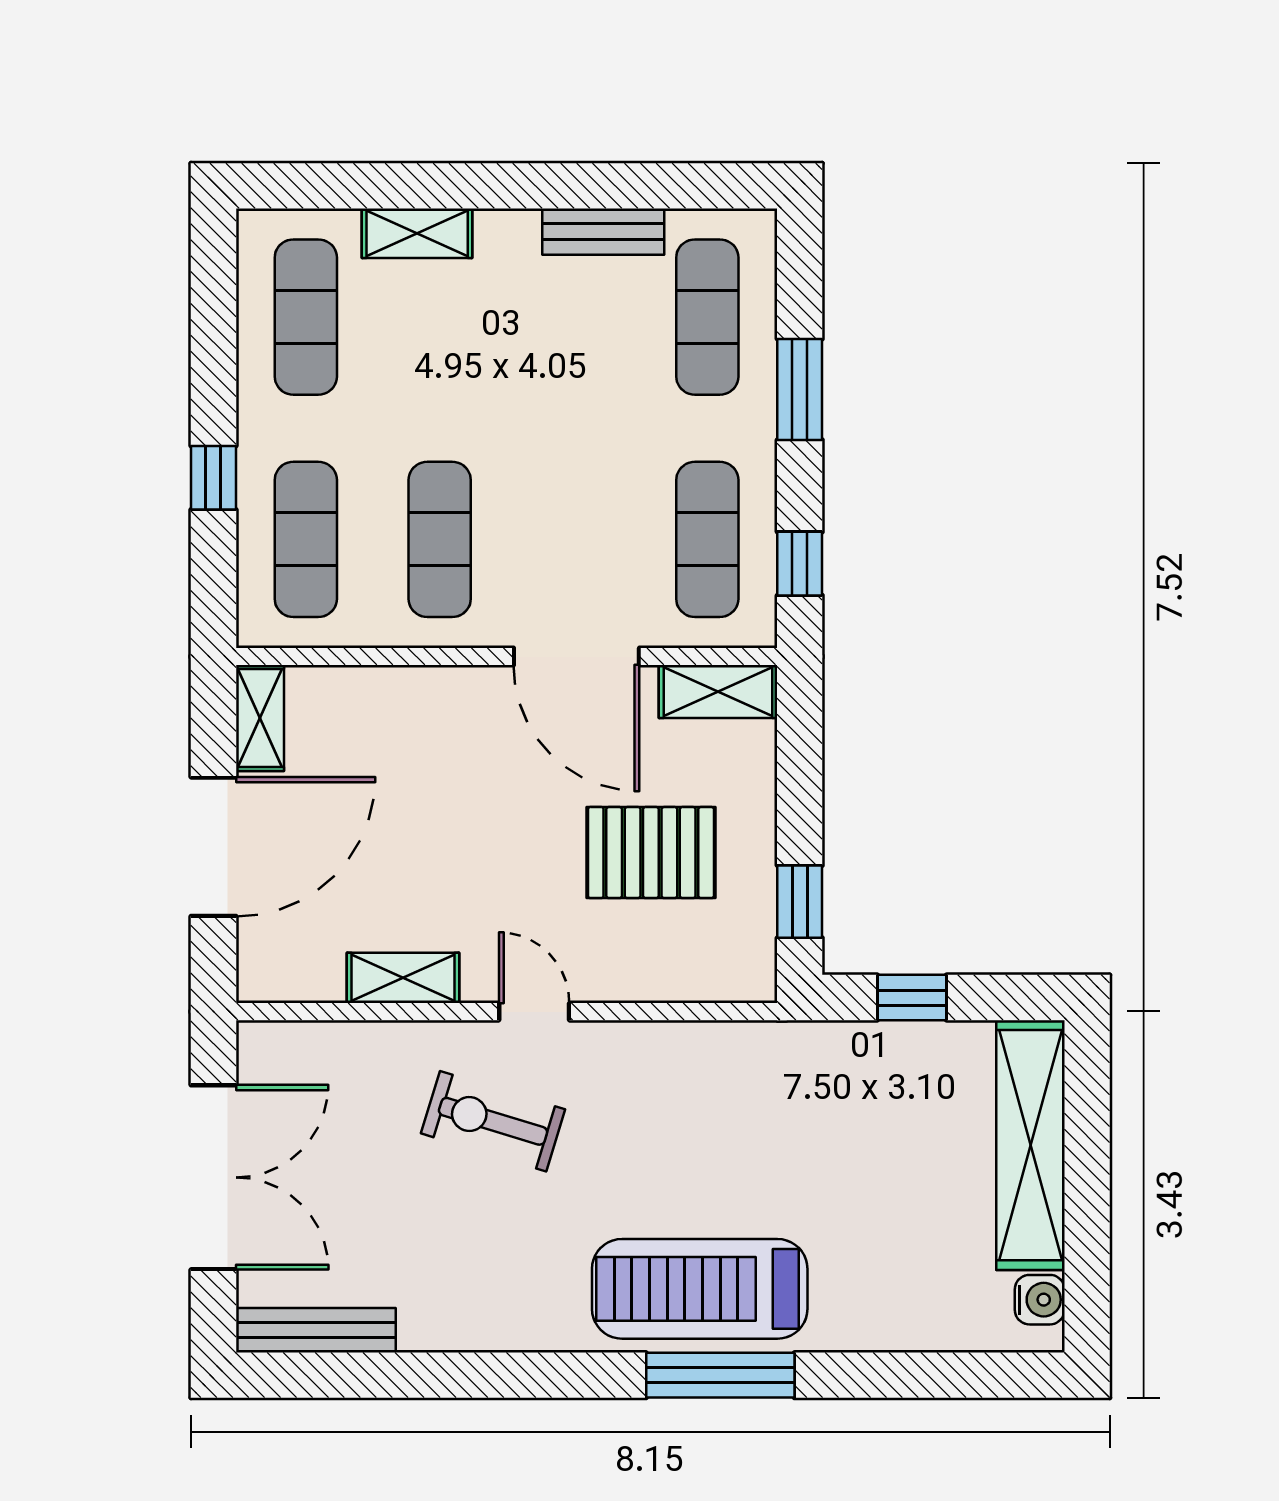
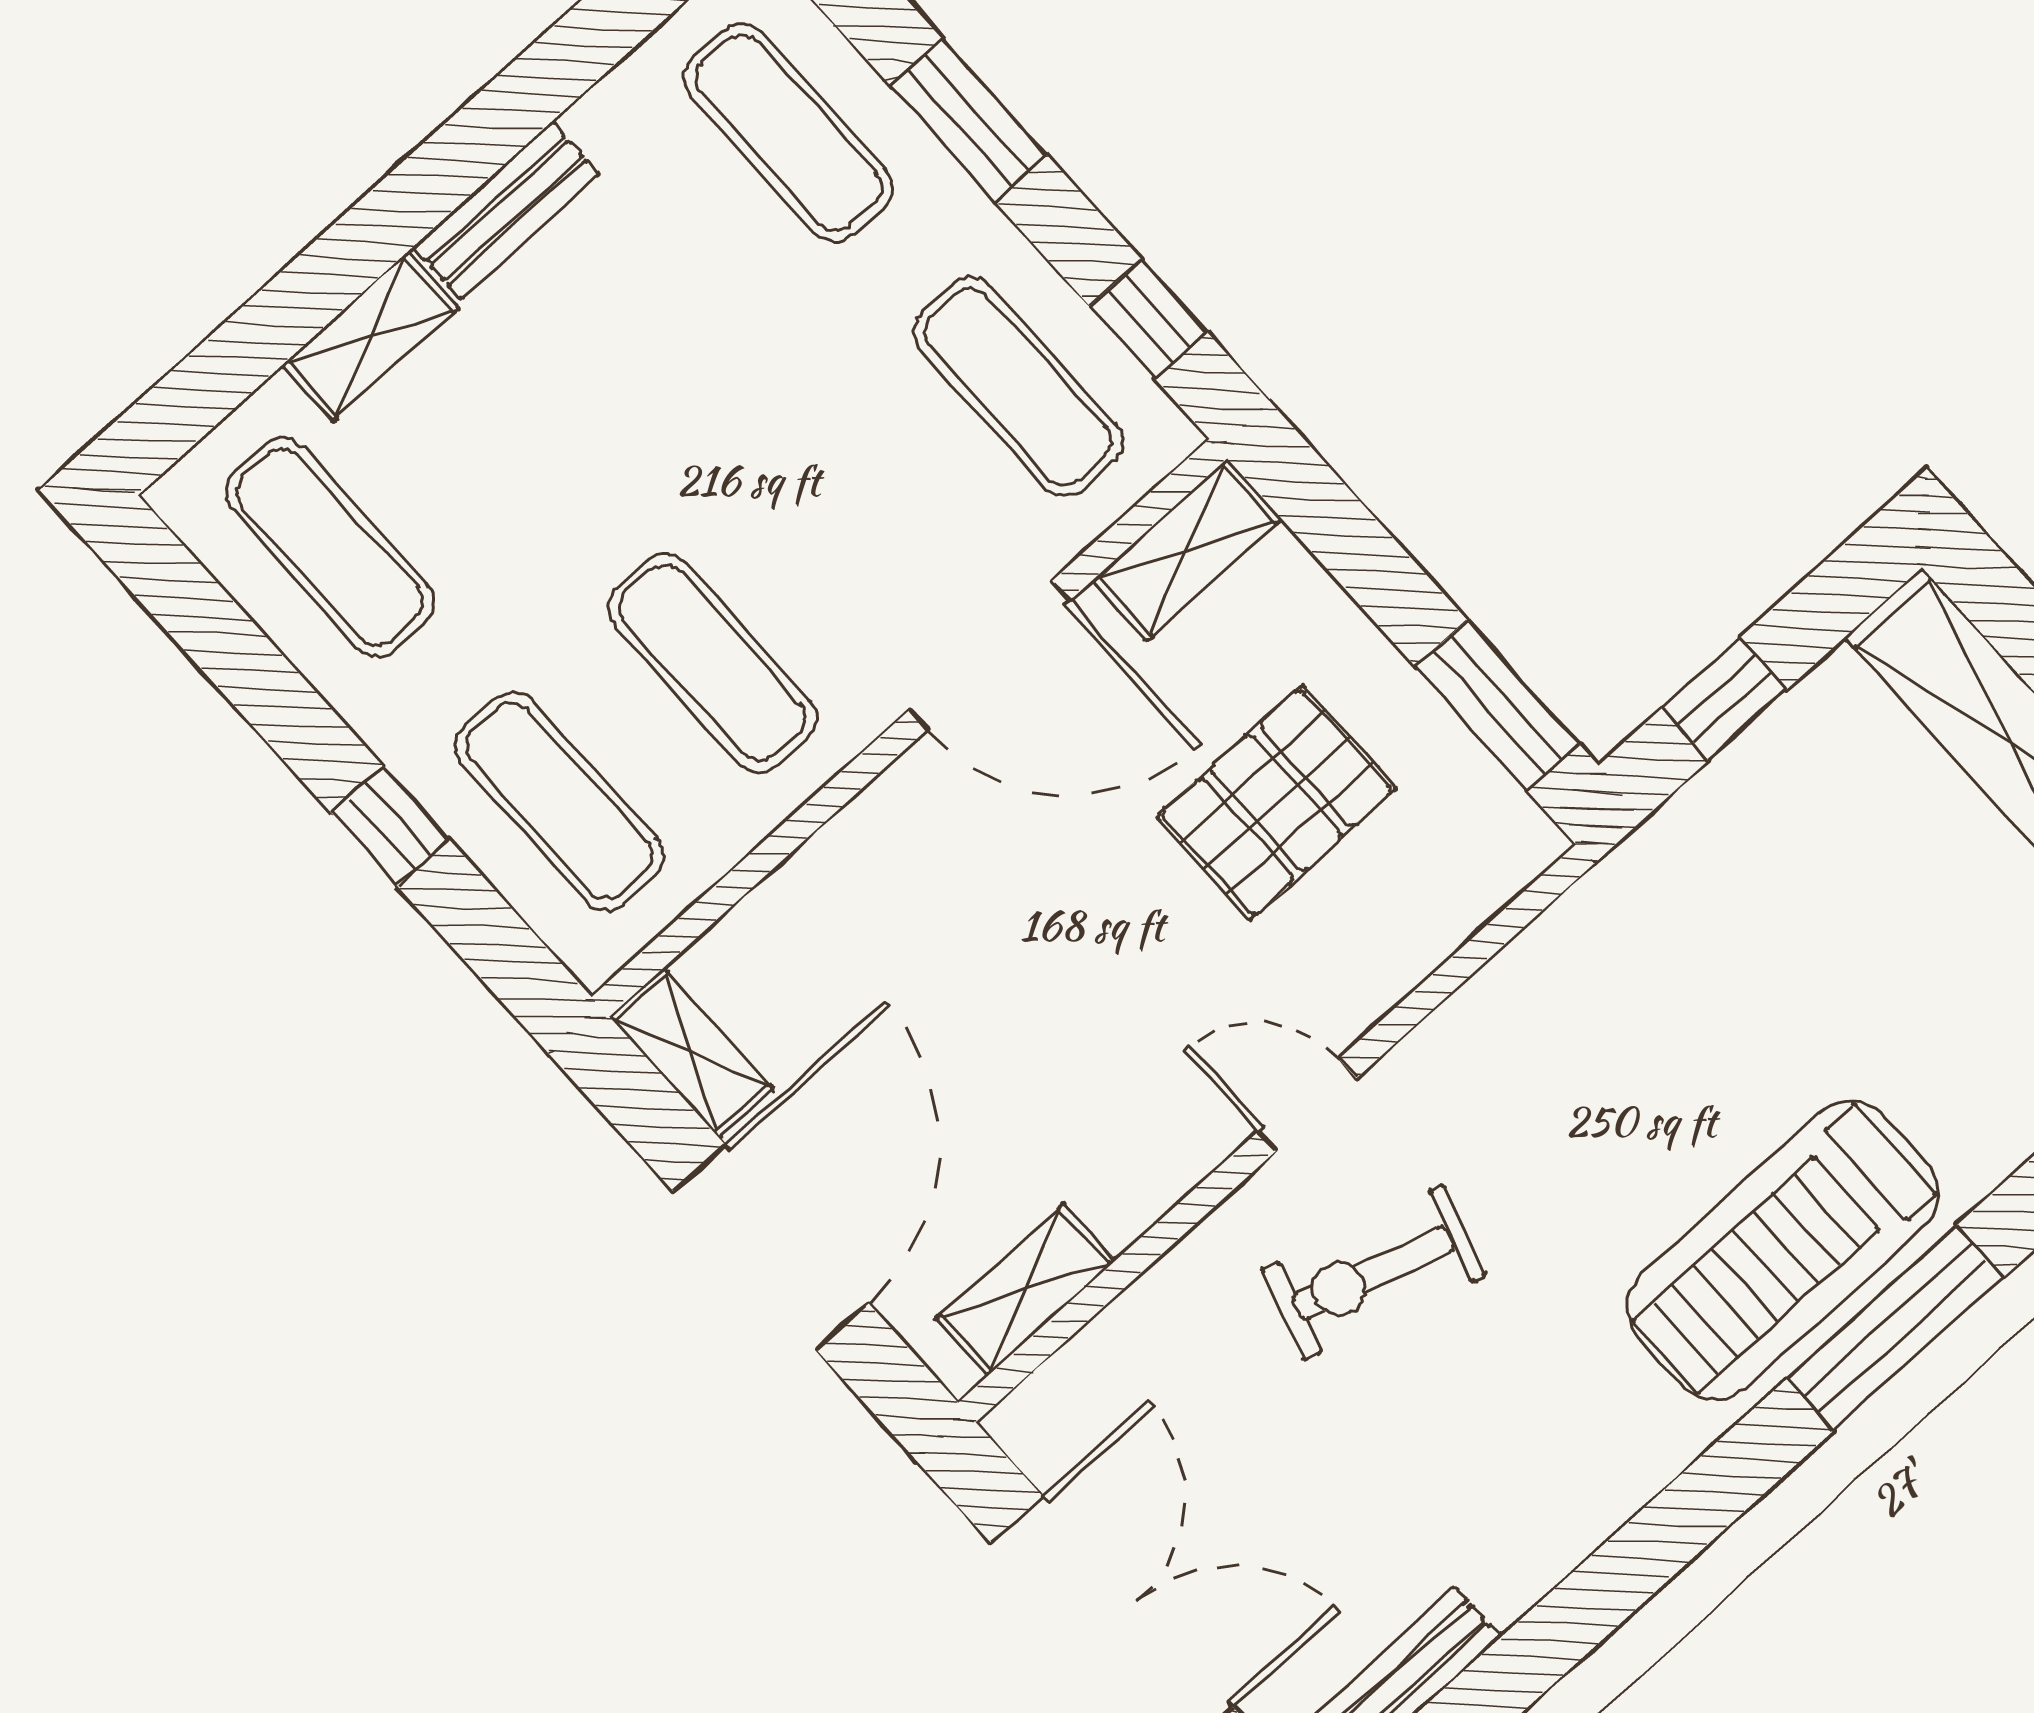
bench: (603, 232) -> (506, 211), moved
window: (800, 902) -> (1497, 705), width x1.50
shelving: (403, 978) -> (1026, 1290), moved

